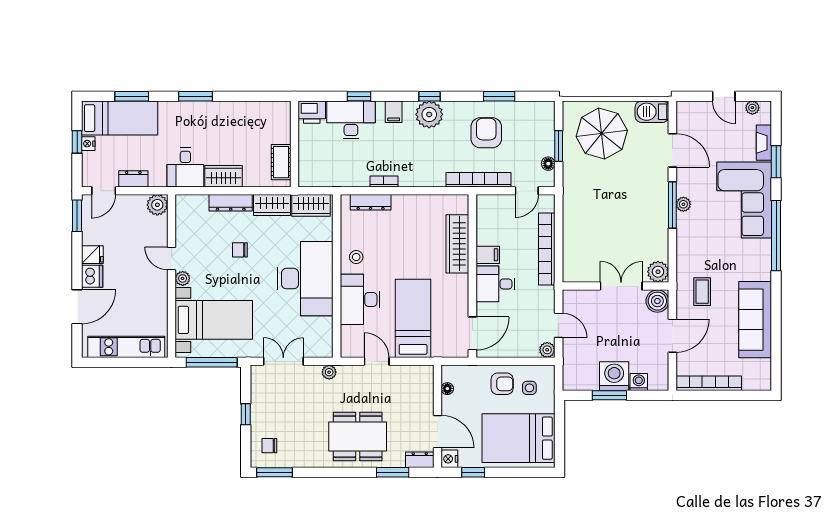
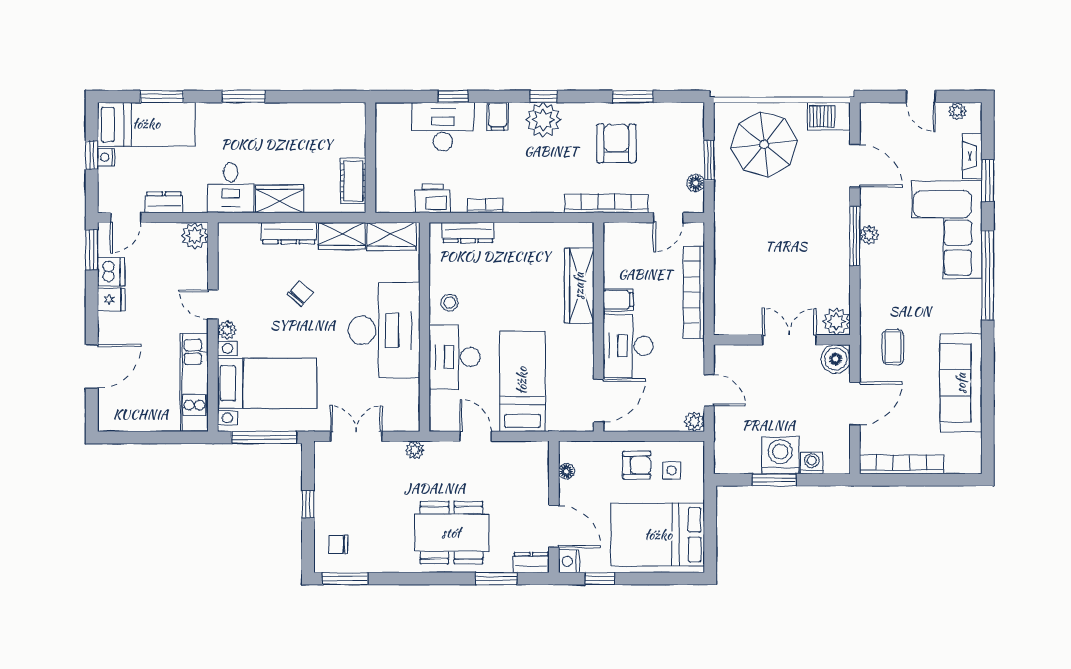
printer: (312, 112) -> (433, 198), moved, turned 180
chair: (240, 250) -> (300, 293), turned 131
dishwasher: (92, 276) -> (111, 272), moved
desk: (495, 284) -> (628, 346), width x1.37
kitchen unit: (126, 347) -> (194, 382), moved, turned -90

